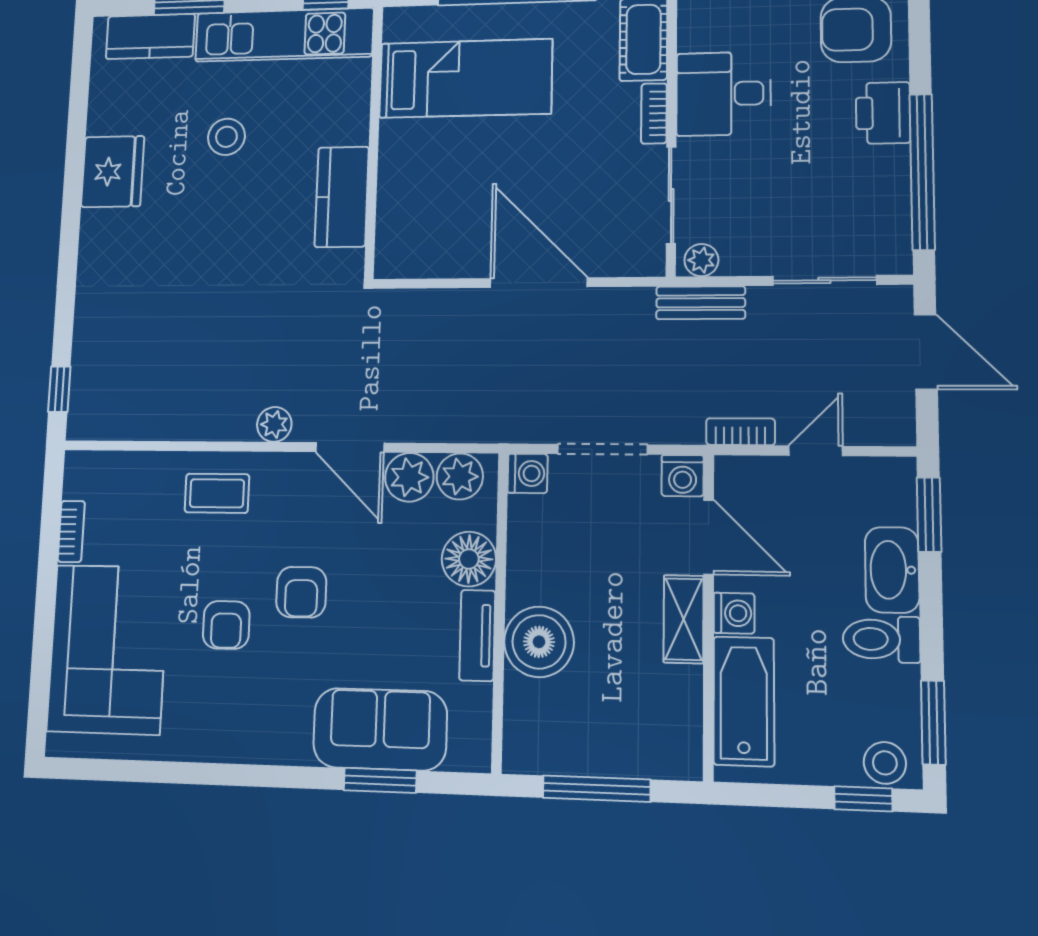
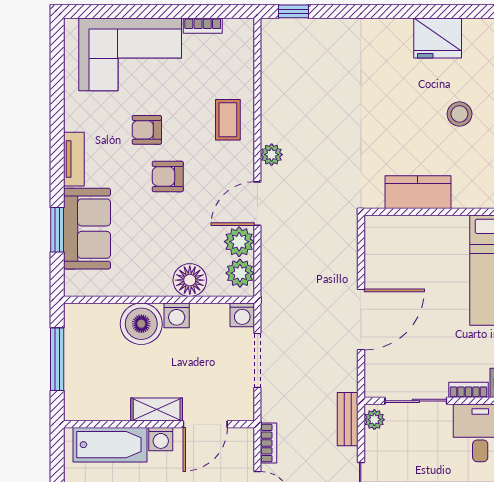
washing machine: (683, 476) -> (177, 315), moved, turned -90
tv unit: (477, 635) -> (74, 159), moved, turned 90

